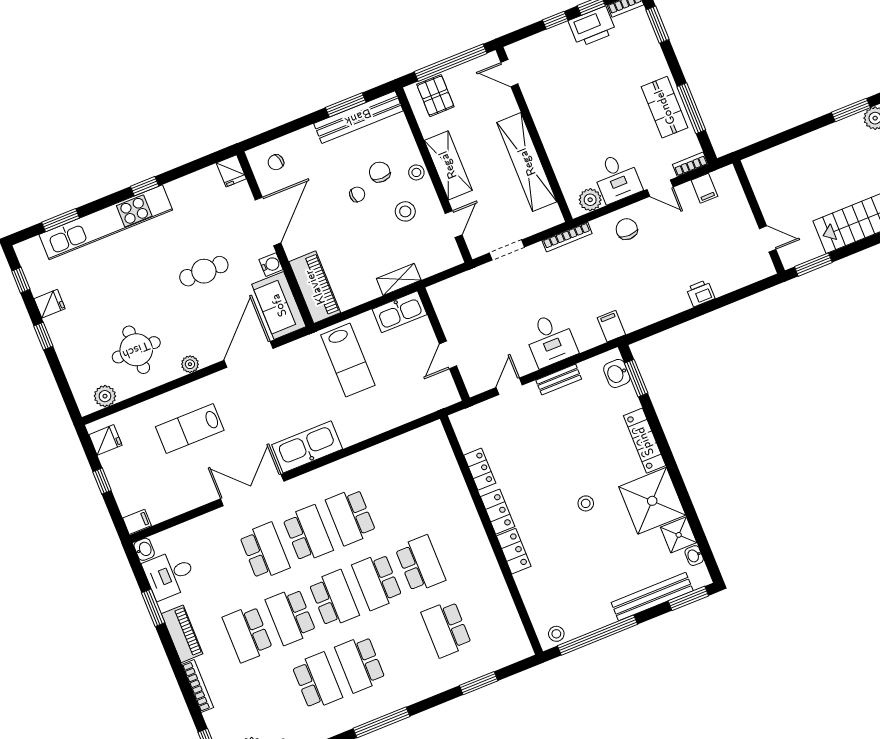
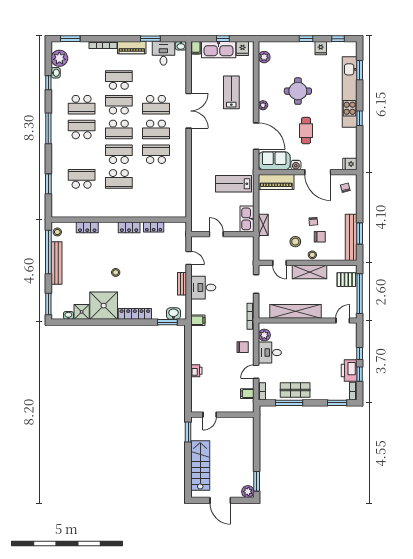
round table: (136, 350) -> (298, 91), moved
kitchen sink: (307, 447) -> (219, 50), moved, turned 90
locker: (514, 551) -> (87, 227), moved
bench: (652, 597) -> (57, 263), moved

